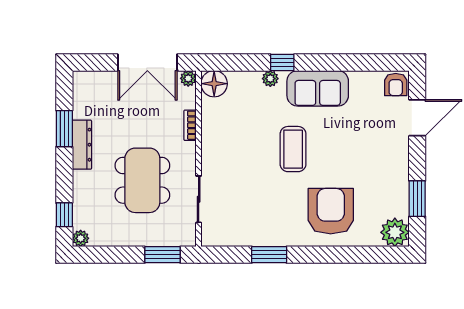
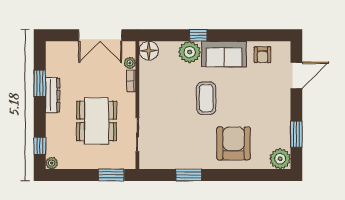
plant: (188, 78) -> (130, 63), moved
plant: (270, 79) -> (190, 52), width x1.87, depth x1.87
armchair: (396, 85) -> (262, 55), moved

